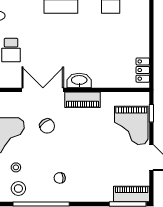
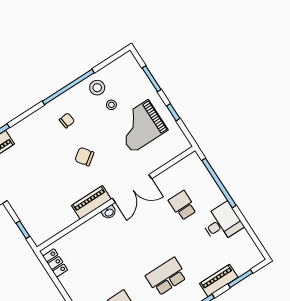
washbasin: (79, 80) -> (109, 212), width x0.52, depth x0.69
grand piano: (131, 125) -> (34, 208), removed
chair: (47, 126) -> (84, 157), moved

